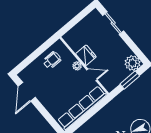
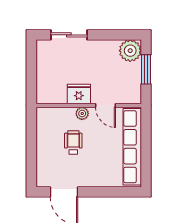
wheelchair: (52, 60) -> (73, 142), moved
door: (92, 75) -> (105, 106), swing flipped

